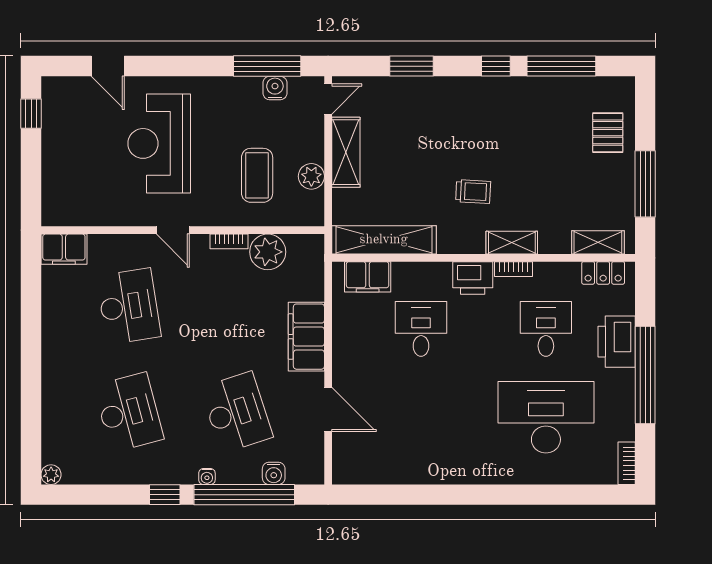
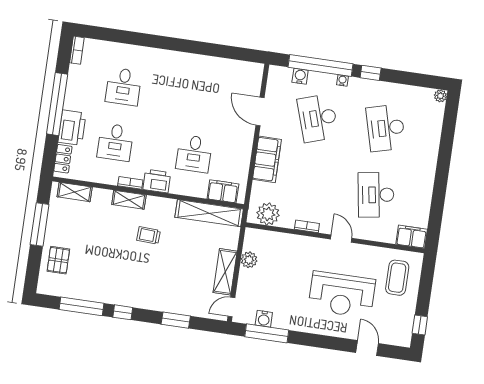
reception desk: (159, 143) -> (342, 295), turned 90
coffee table: (257, 175) -> (397, 278), moved
plant: (268, 252) -> (268, 214), moved
locker: (603, 273) -> (63, 159), moved, turned 90
desk: (546, 417) -> (123, 87), width x0.53, depth x0.77

